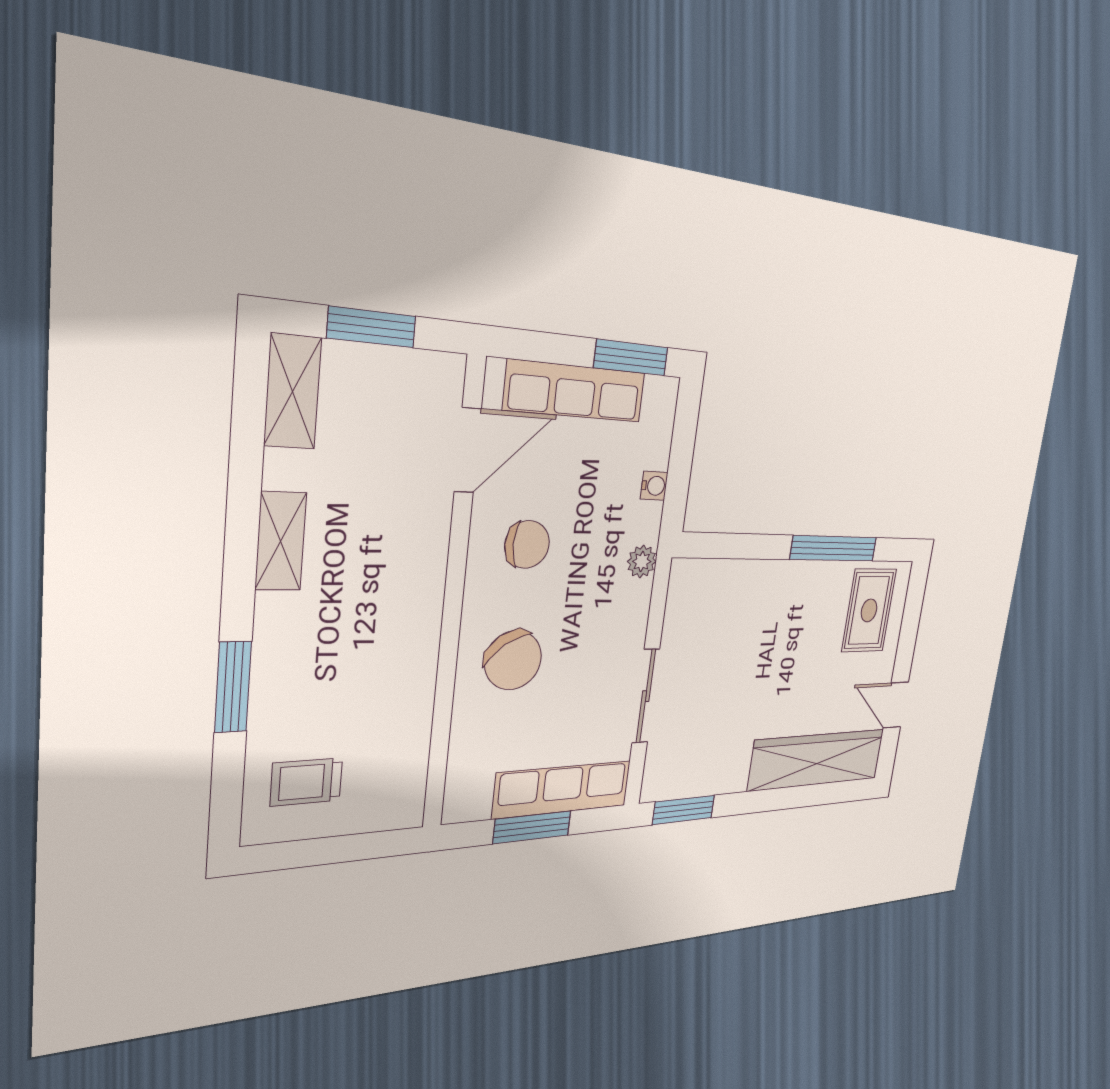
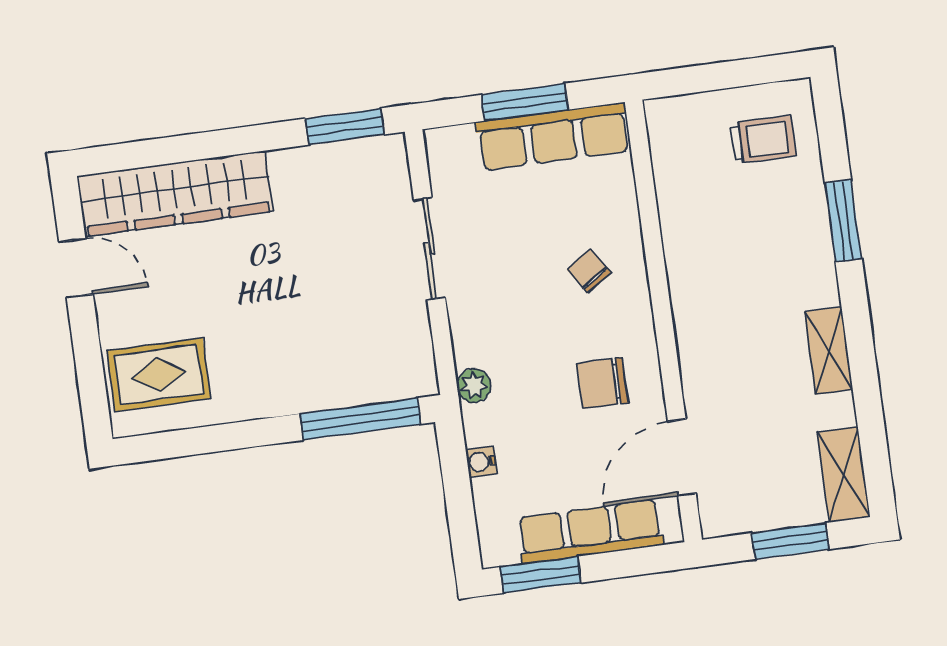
window: (834, 548) -> (361, 419), moved
rug: (869, 610) -> (159, 375), turned 90
chair: (513, 660) -> (589, 271), width x0.54, depth x0.54
row of seats: (563, 790) -> (553, 136), moved

